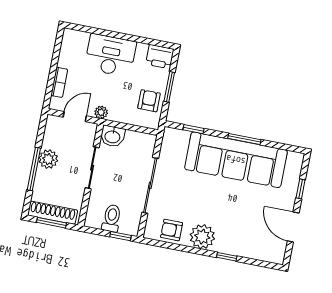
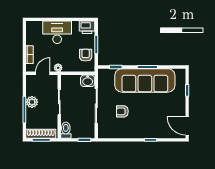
washbasin: (112, 136) -> (88, 81), moved
toilet: (112, 218) -> (66, 130), moved
door: (293, 227) -> (187, 126), moved
armchair: (172, 230) -> (122, 111), moved
plant: (202, 237) -> (134, 131), removed

